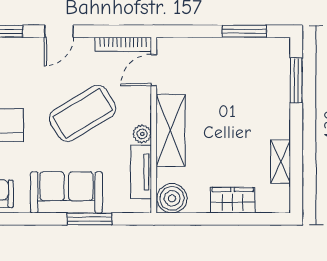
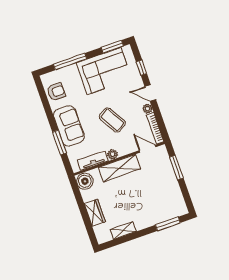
window: (244, 31) -> (176, 167), moved
plant: (84, 46) -> (147, 109), added
coffee table: (83, 113) -> (112, 120), width x0.73, depth x0.76

